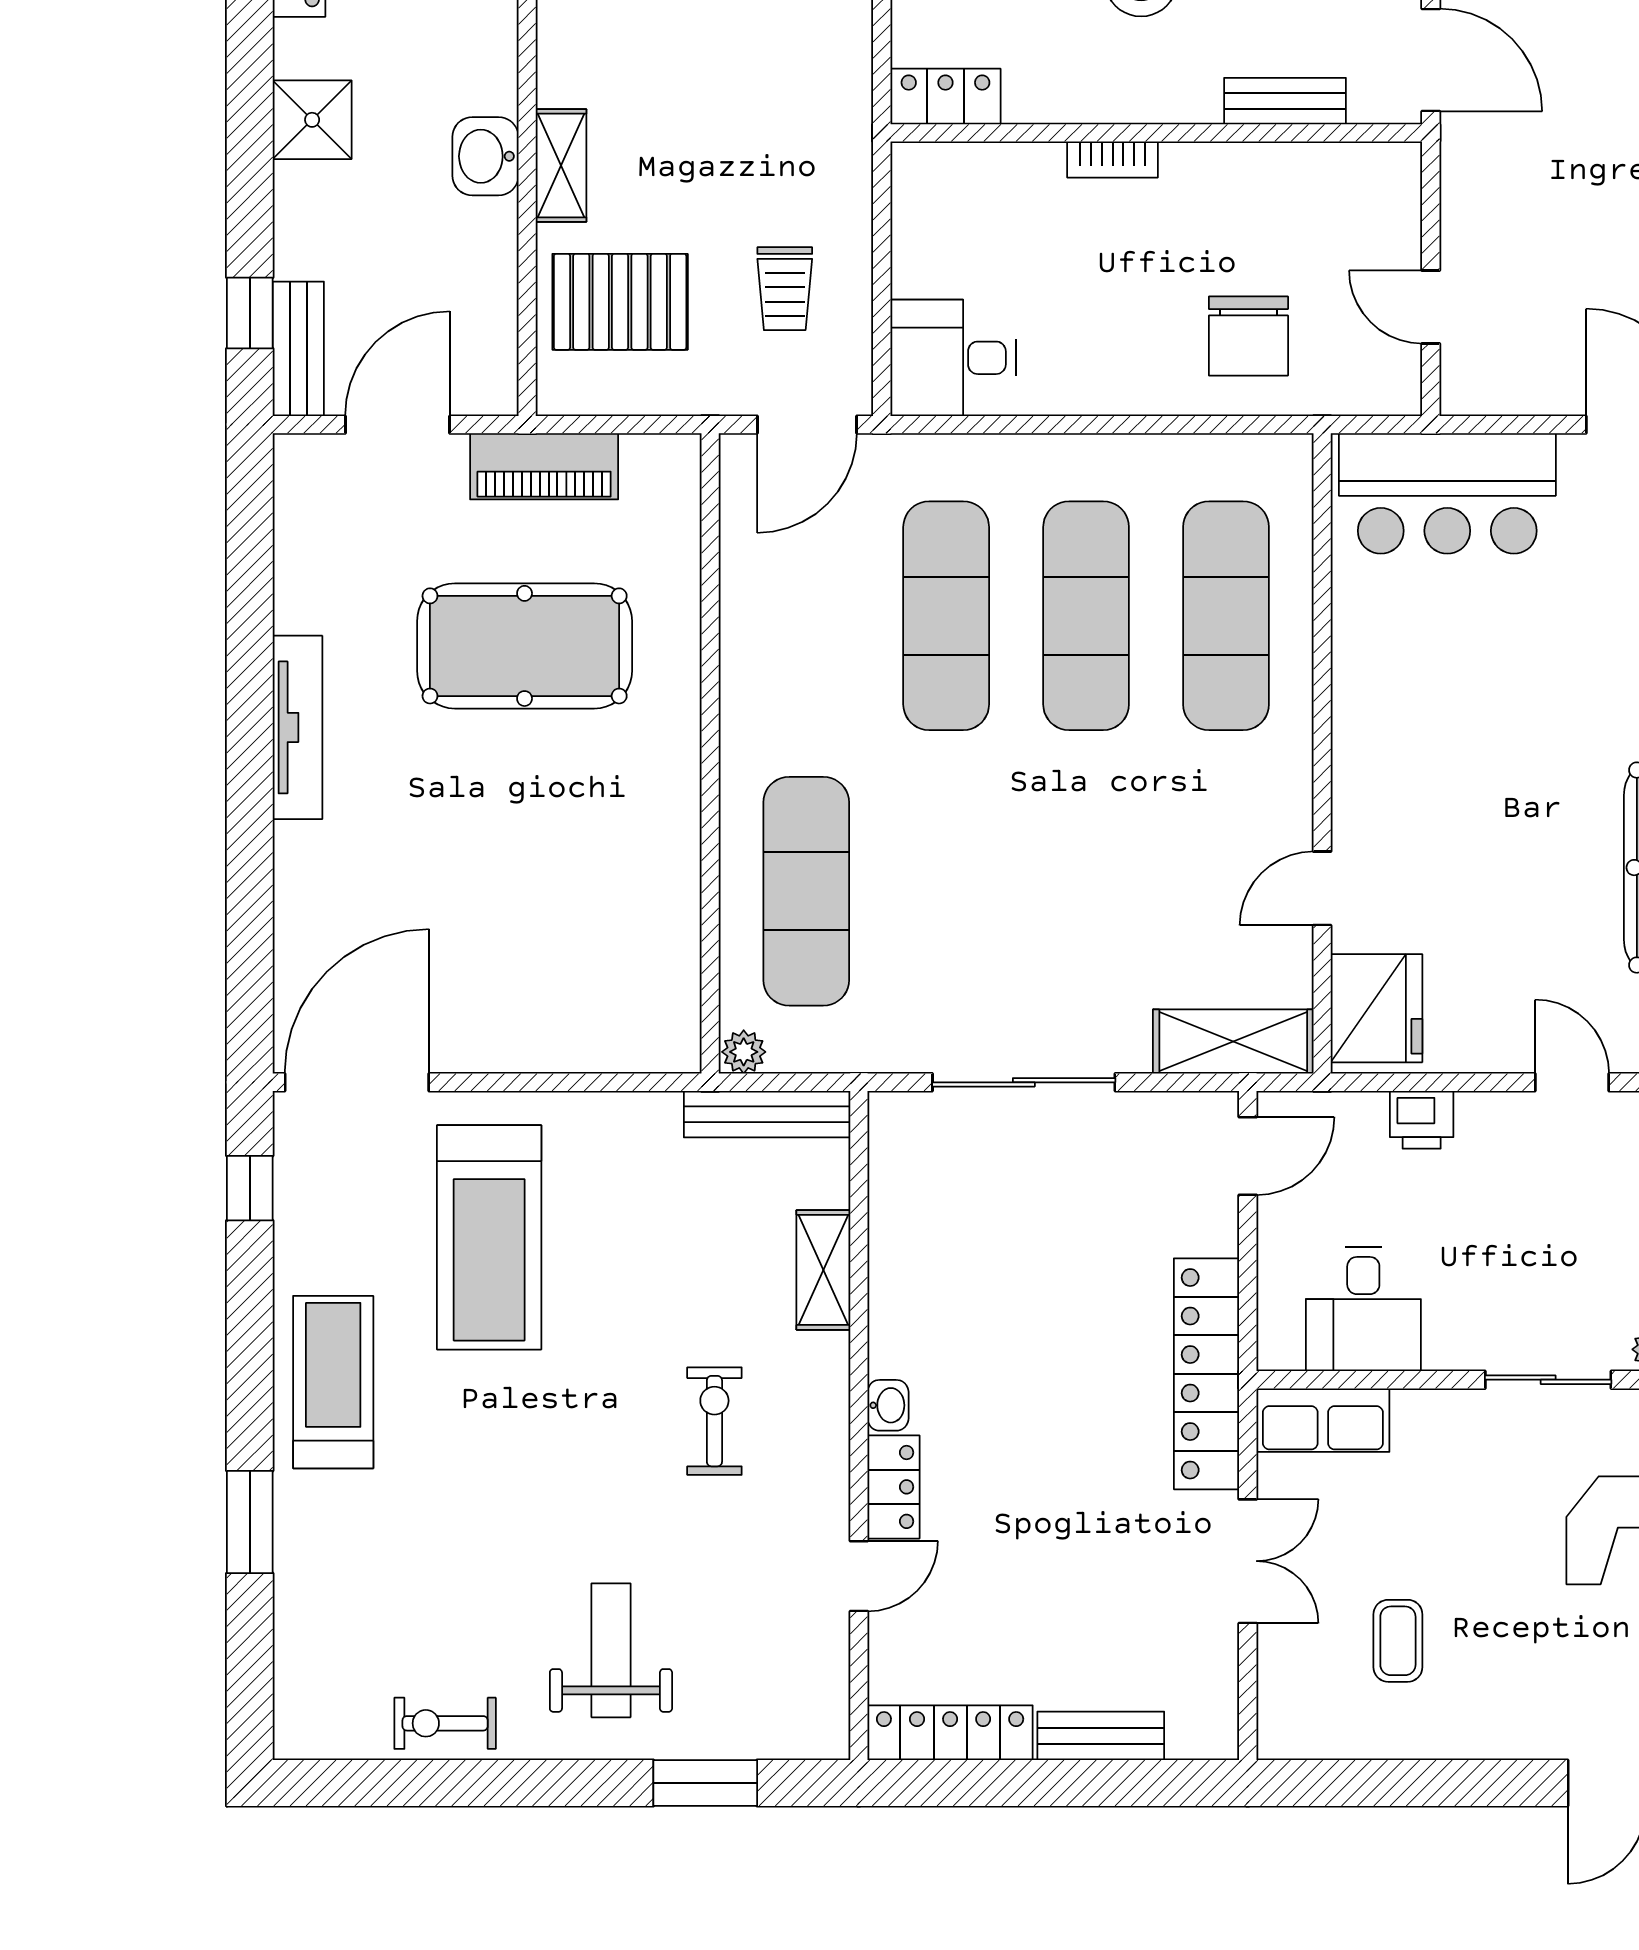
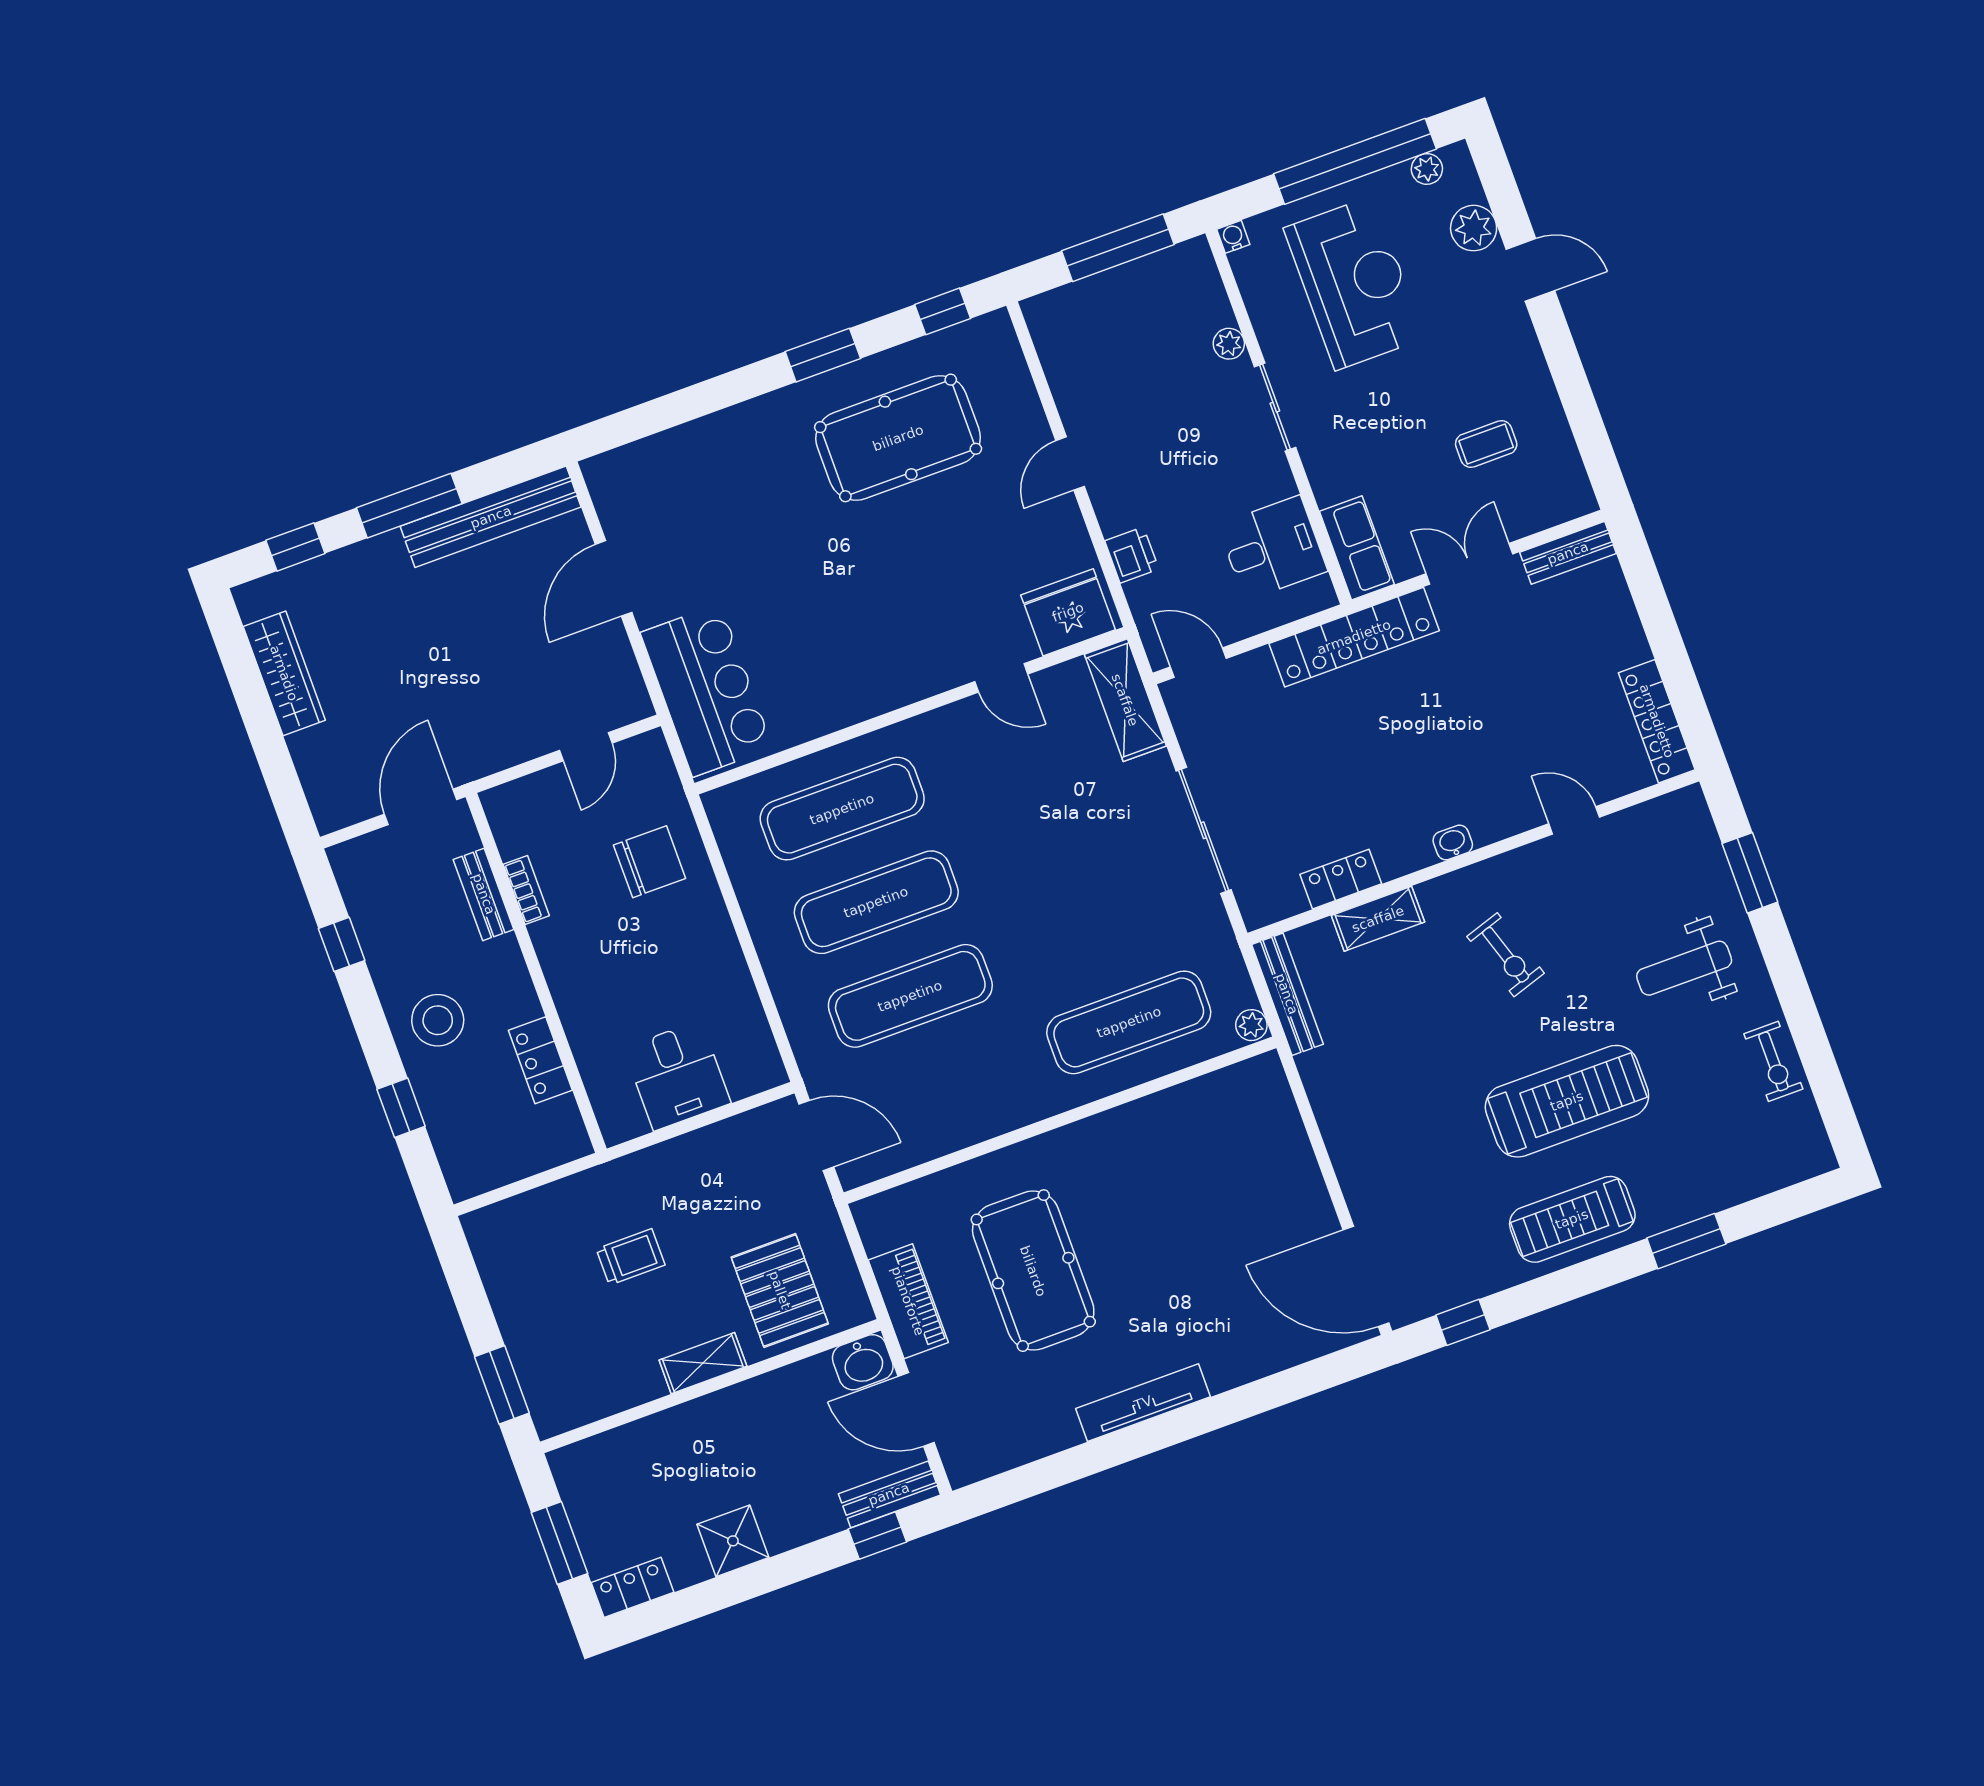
locker: (945, 96) -> (540, 1060), moved
washbasin: (485, 156) -> (863, 1362), moved
bookcase: (1113, 160) -> (526, 890), moved
trolley: (785, 289) -> (631, 1257), moved
desk: (953, 358) -> (677, 1075), moved
treadmill: (489, 1237) -> (1567, 1101), moved
exercise bike: (714, 1421) -> (1506, 955), turned -108
locker: (894, 1487) -> (1341, 879), moved
bench: (1101, 1736) -> (1568, 553), moved, turned 90

